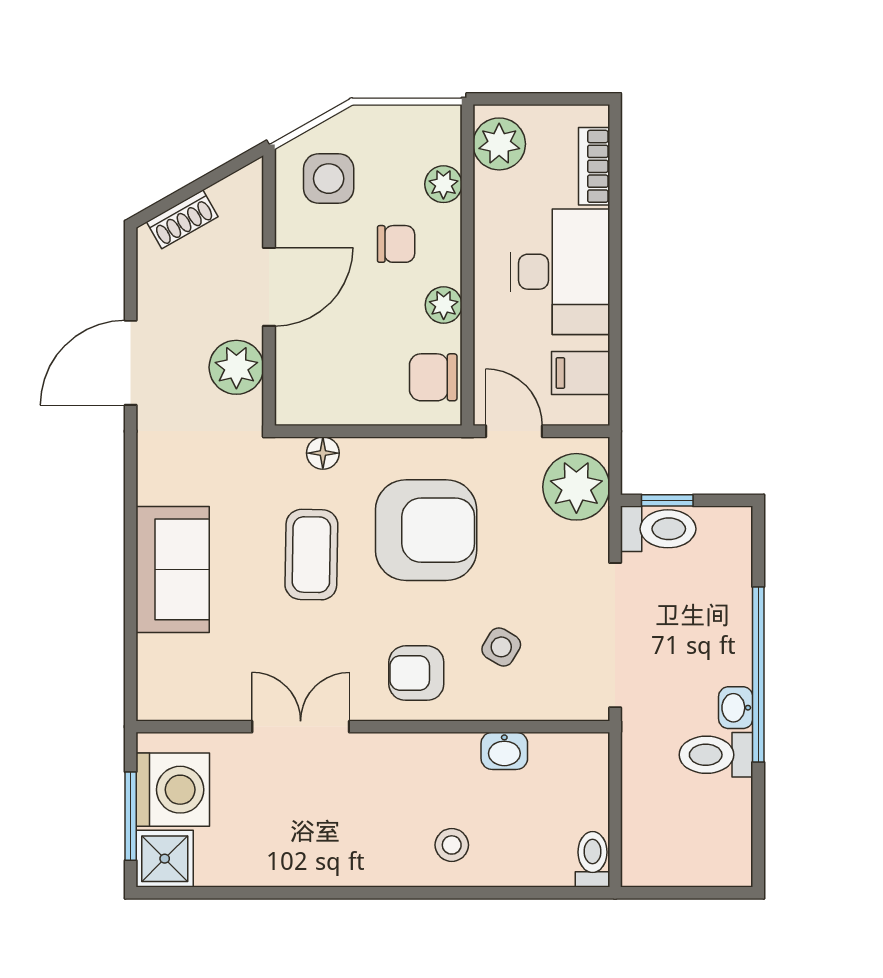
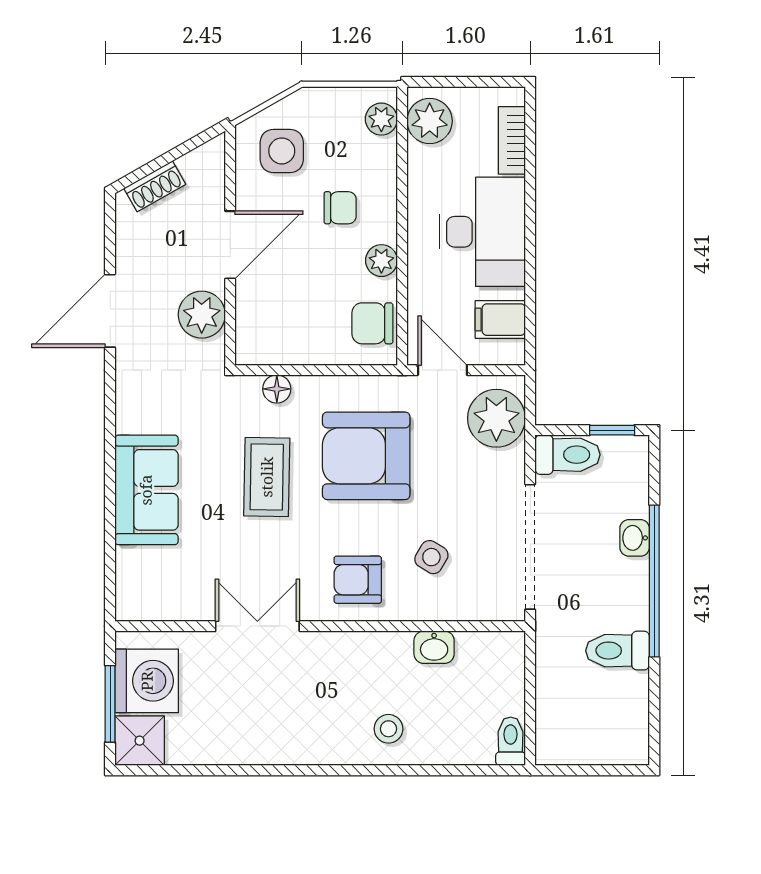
plant: (443, 184) -> (381, 119), moved
window: (667, 500) -> (612, 430), moved
armchair: (426, 530) -> (366, 456), turned 180
washbasin: (736, 708) -> (635, 538), moved

